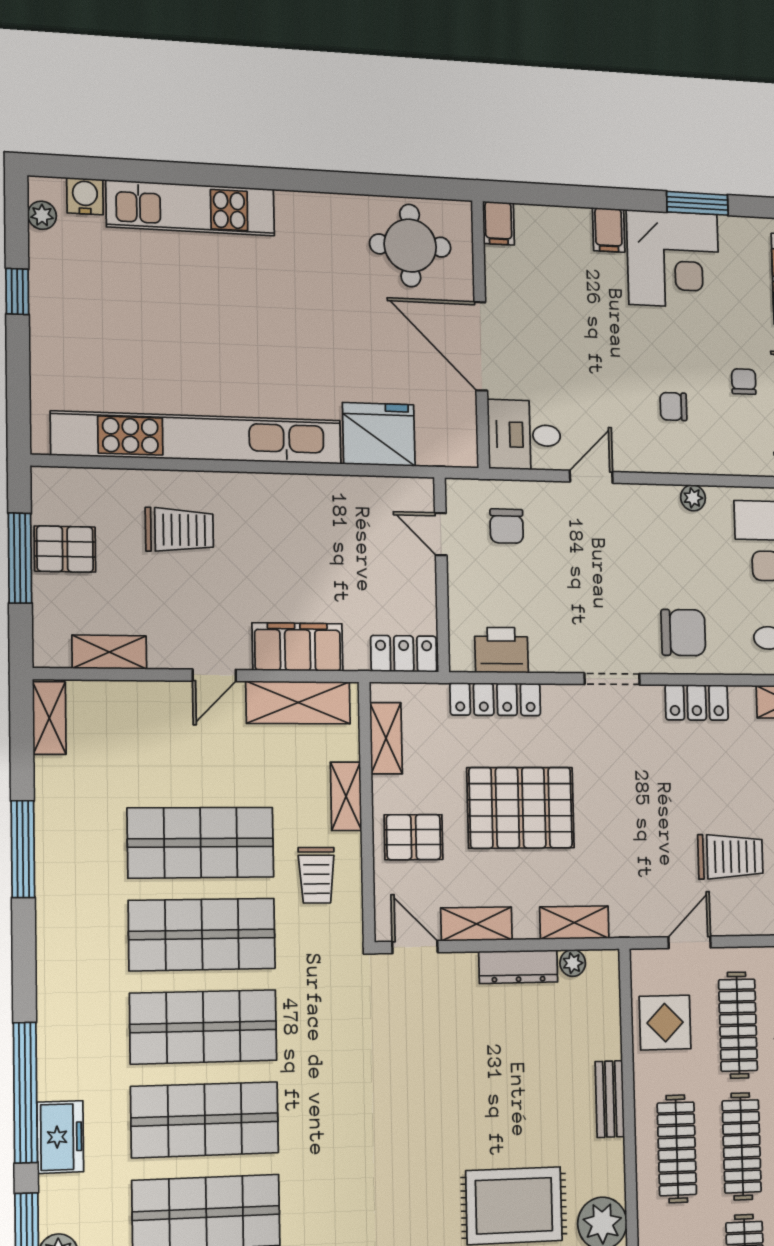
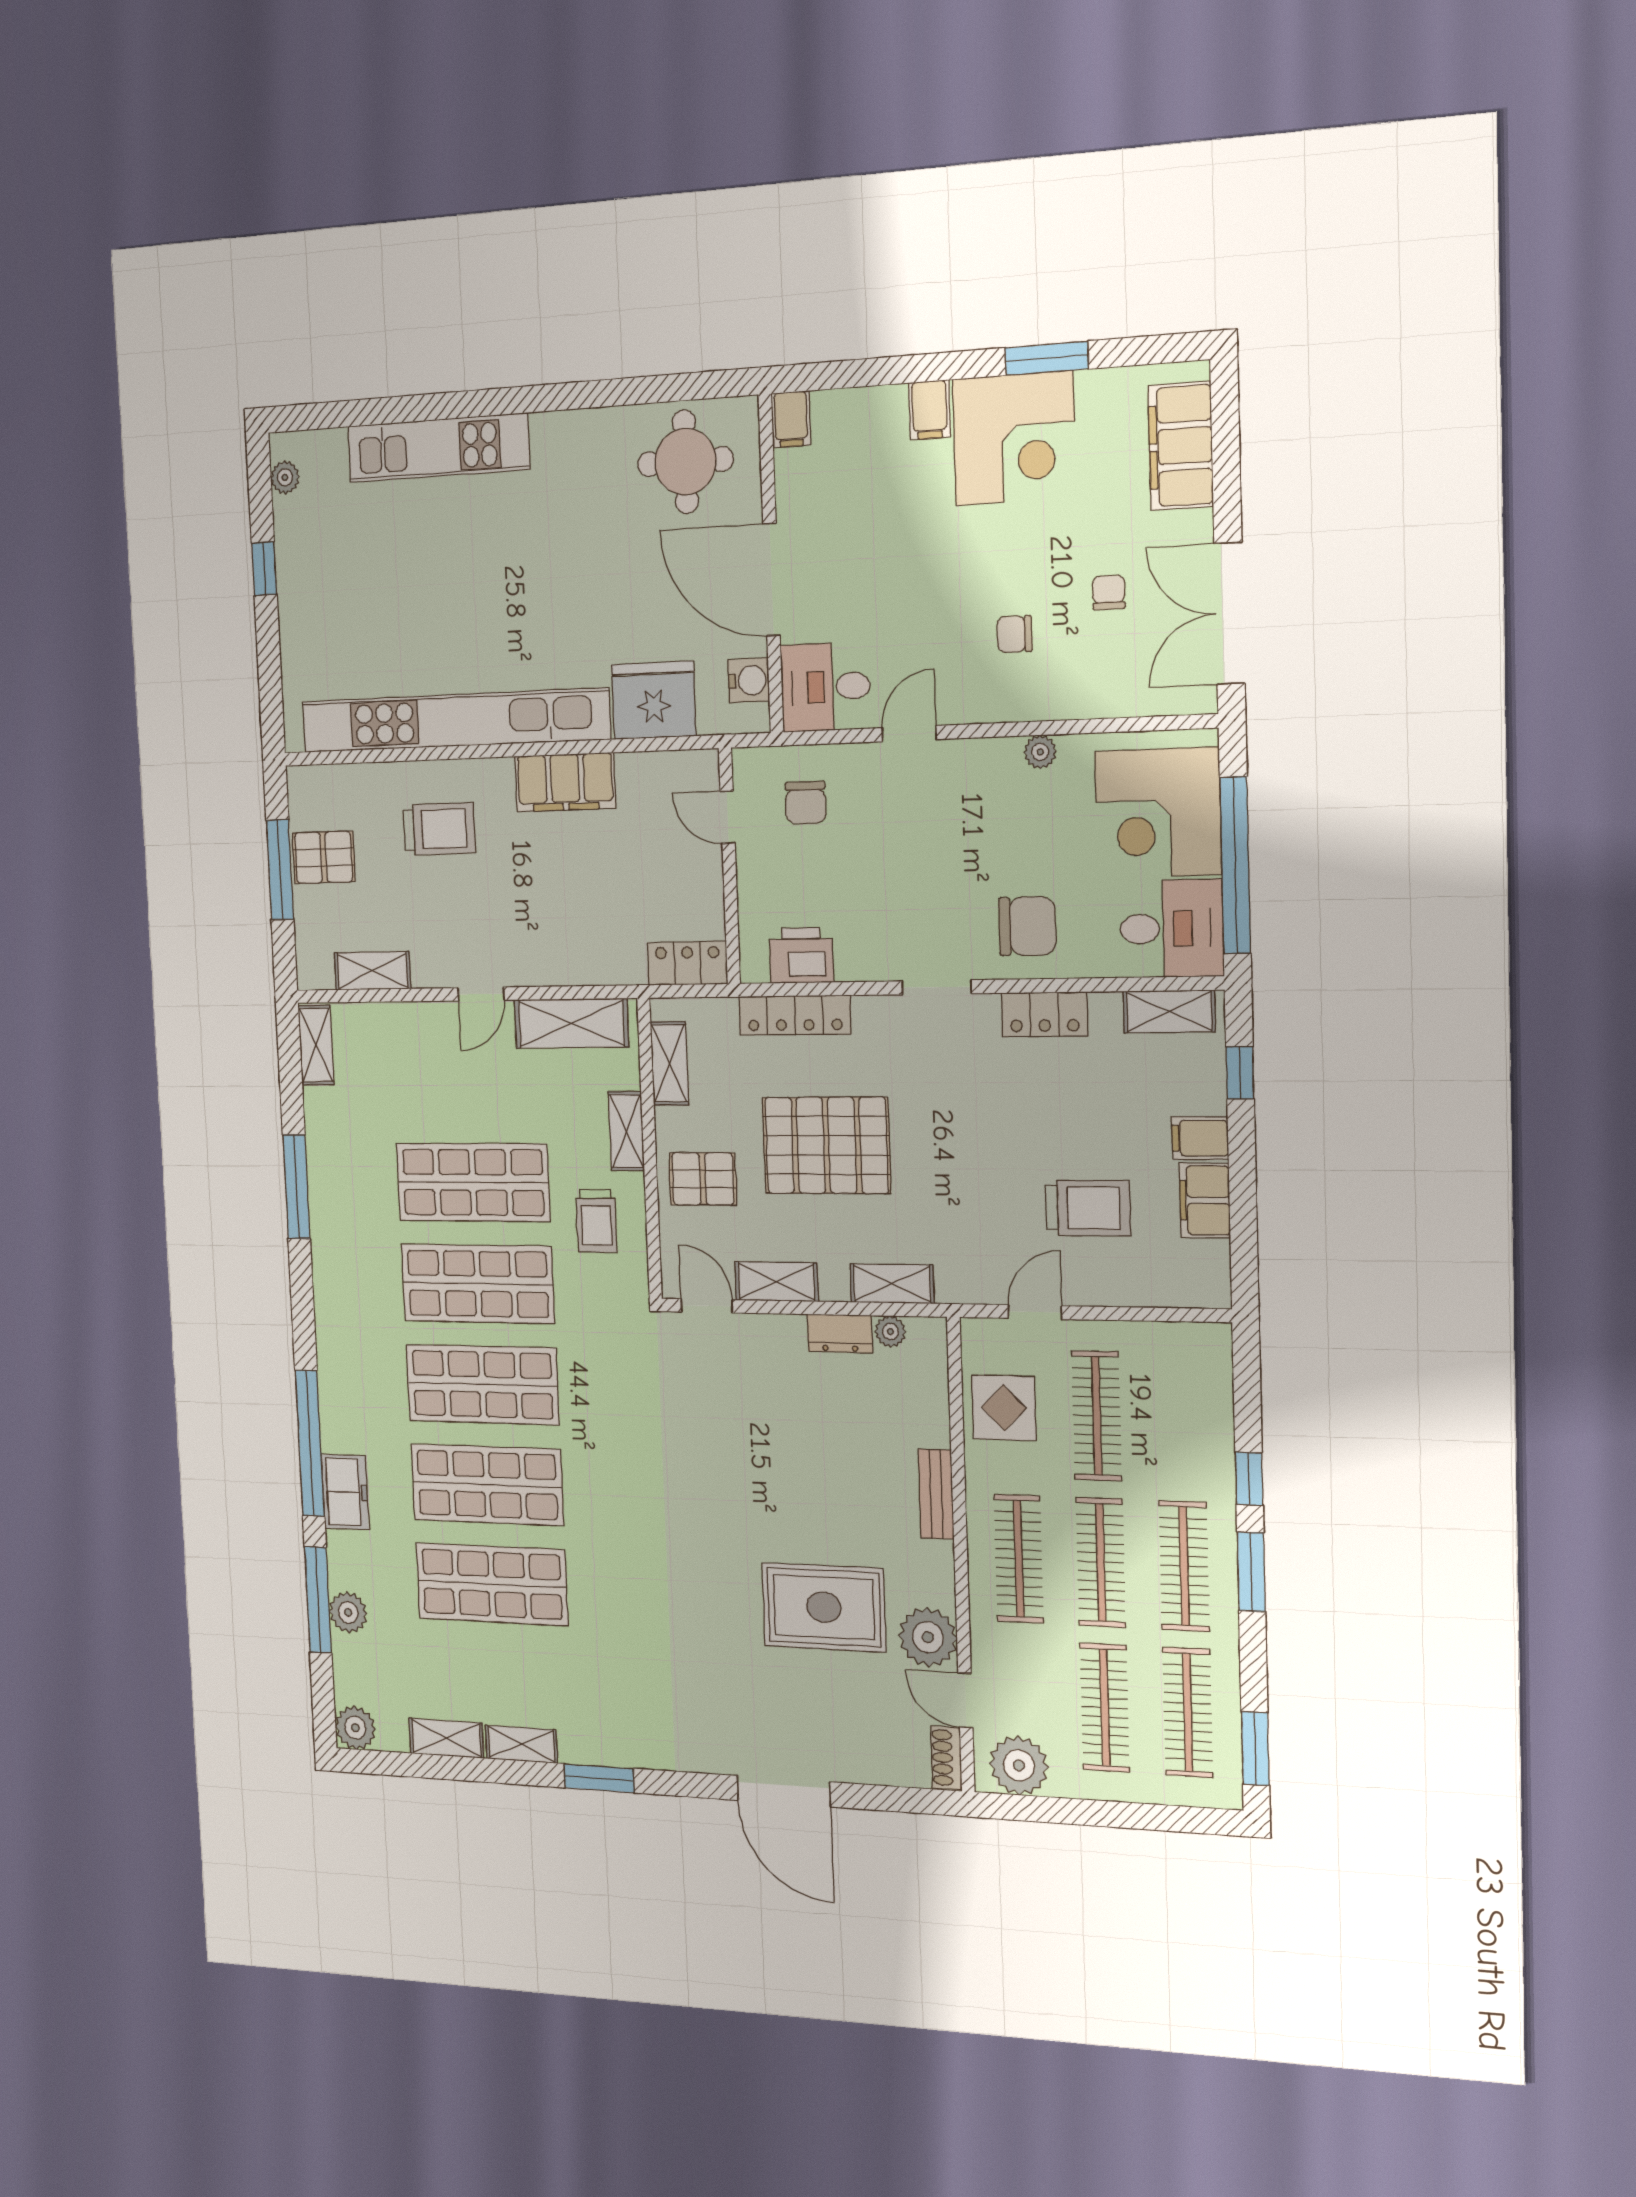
water cooler: (85, 196) -> (749, 680), moved, turned 90
filing cabinet: (298, 647) -> (565, 782), moved, turned 180
dresser: (518, 967) -> (840, 1333), width x0.70

